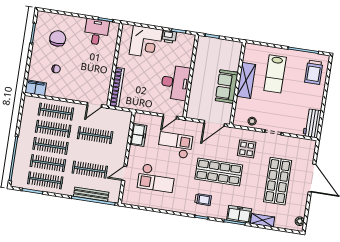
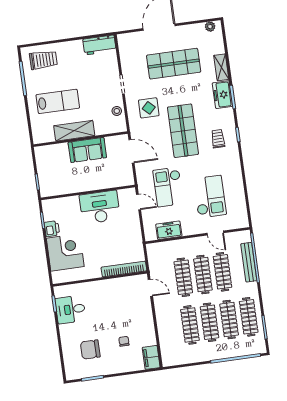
clothes rail: (56, 112) -> (203, 275), moved

